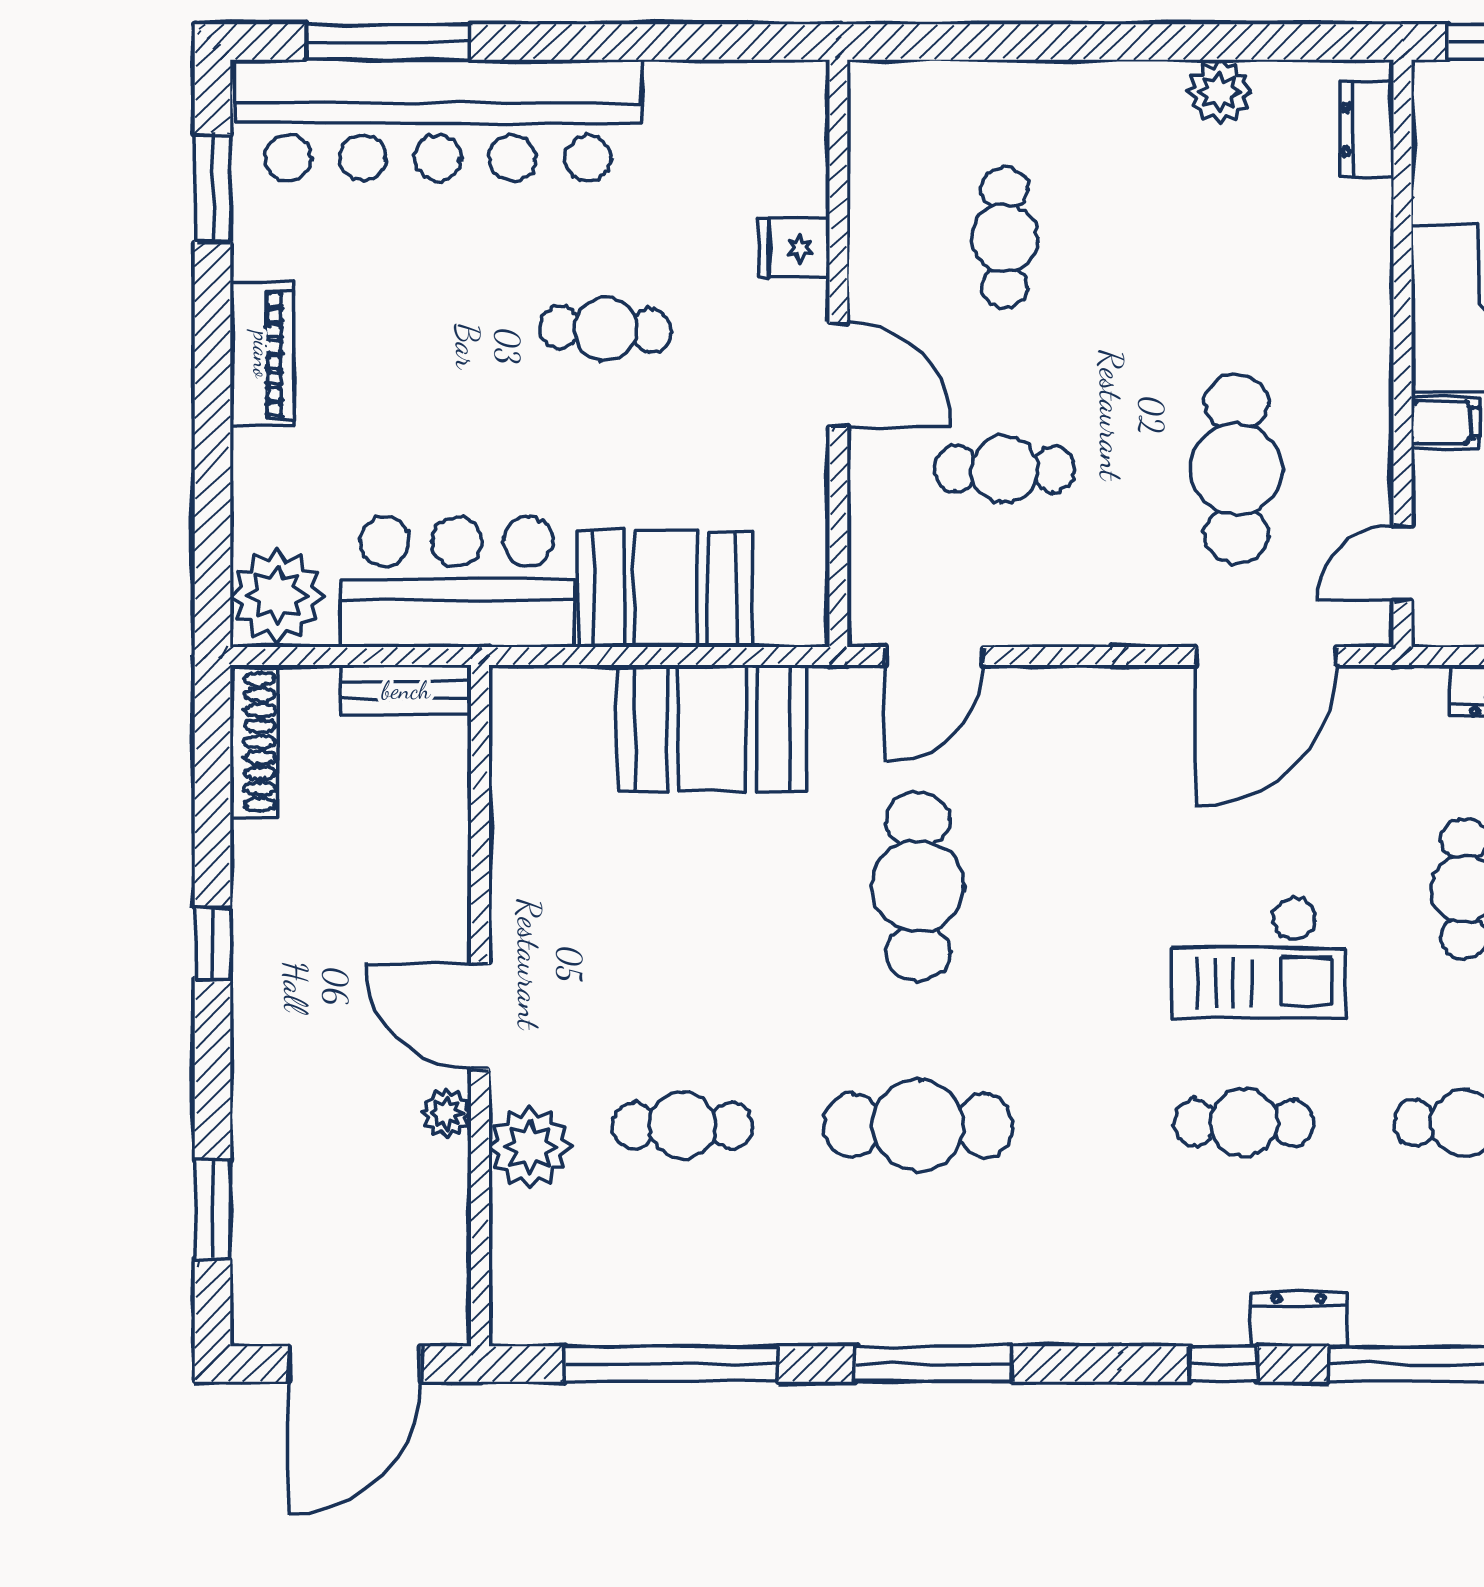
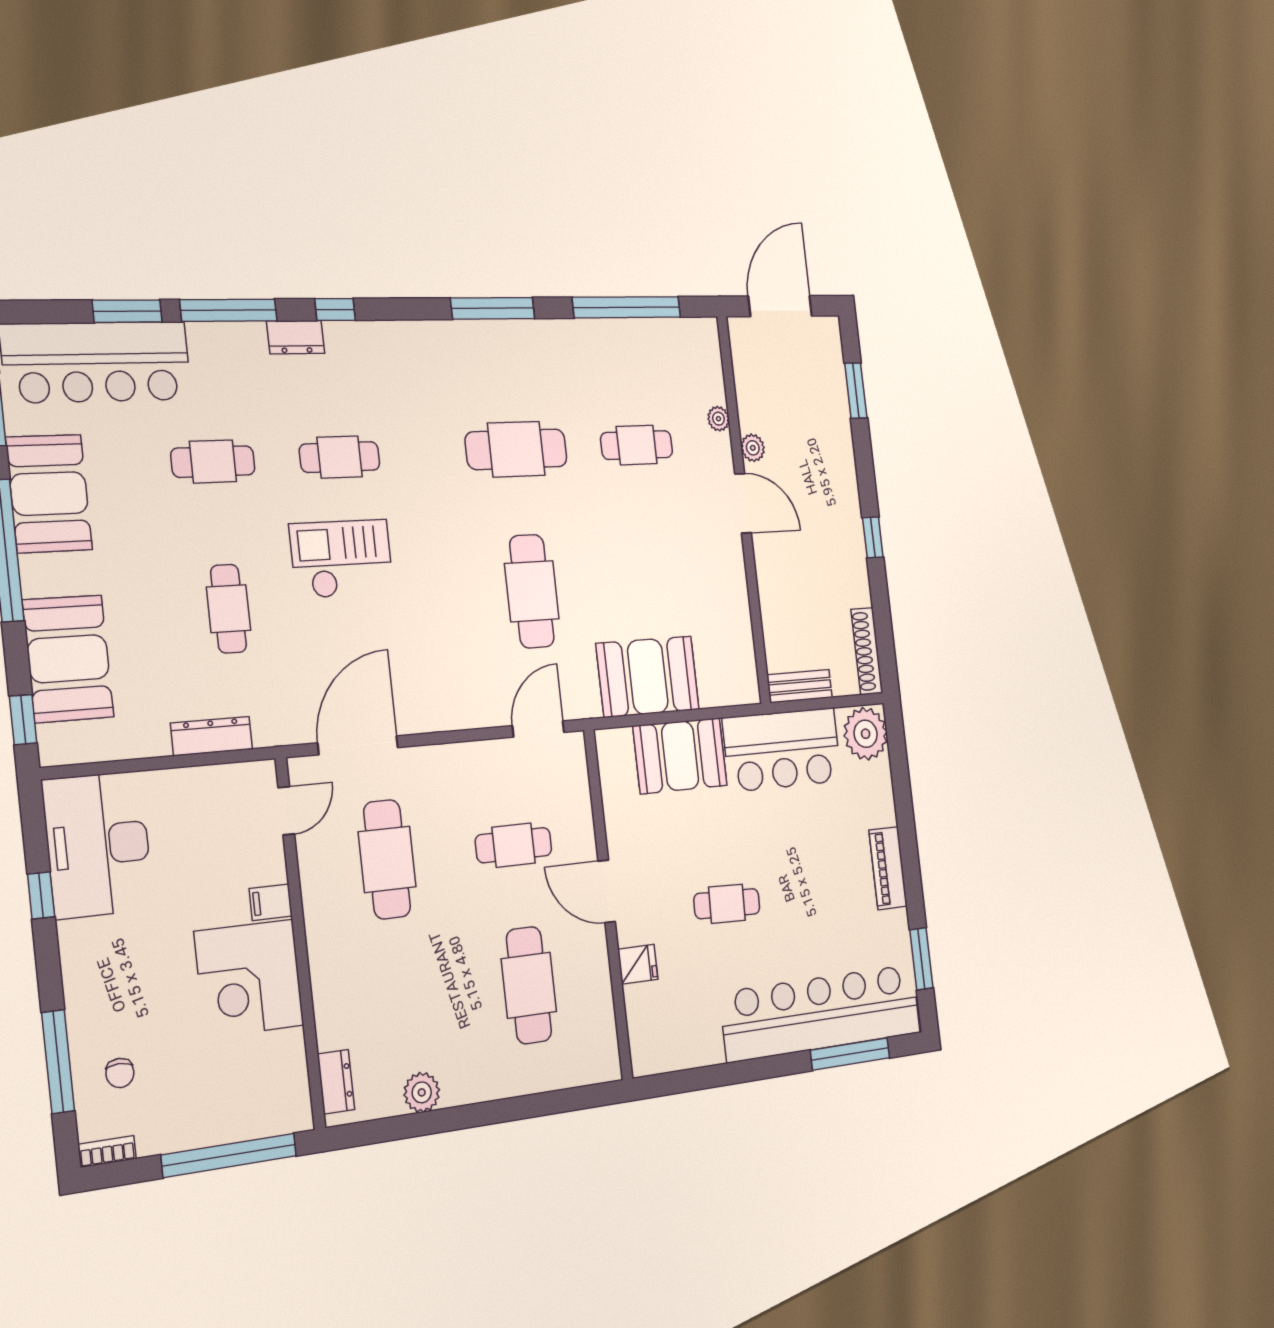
cafe table: (1005, 238) -> (529, 985), width x1.37, depth x1.35
plant: (530, 1147) -> (718, 419), width x0.53, depth x0.53

